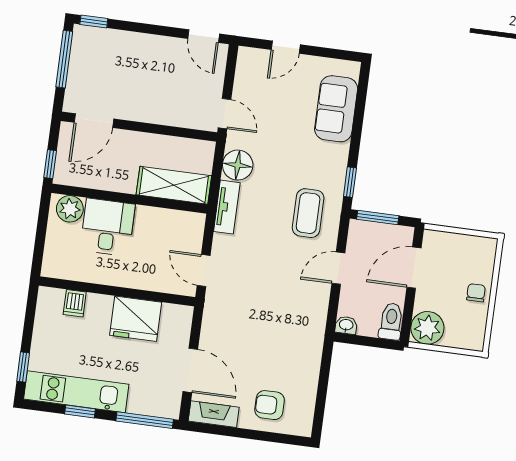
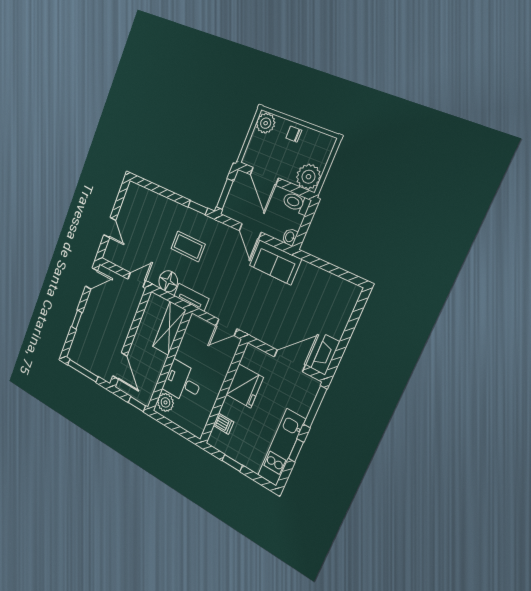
window: (94, 22) -> (77, 320), moved
sofa: (336, 109) -> (275, 262), moved
coffee table: (308, 213) -> (188, 246), moved
plant: (482, 250) -> (266, 123), added
window: (23, 367) -> (232, 463), moved
armchair: (270, 405) -> (331, 311), removed

